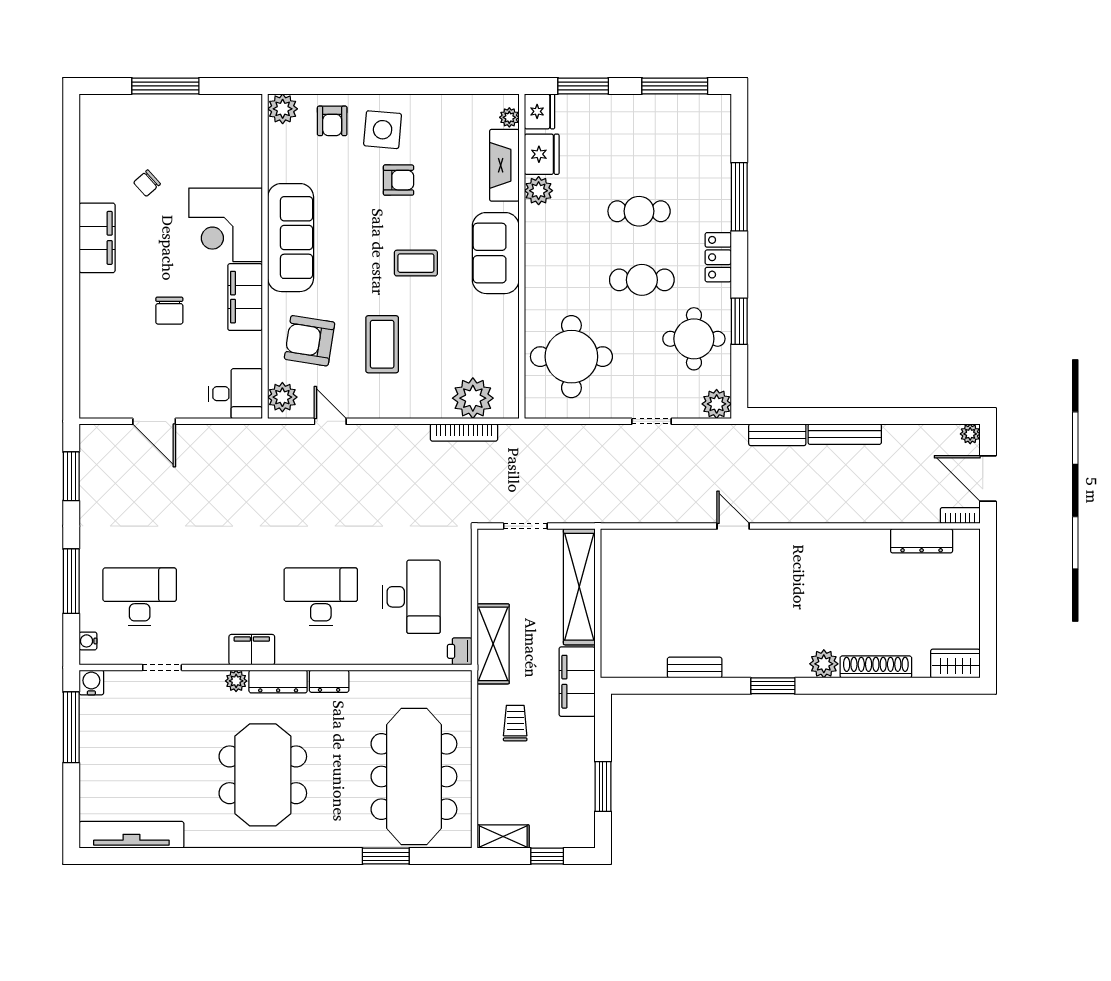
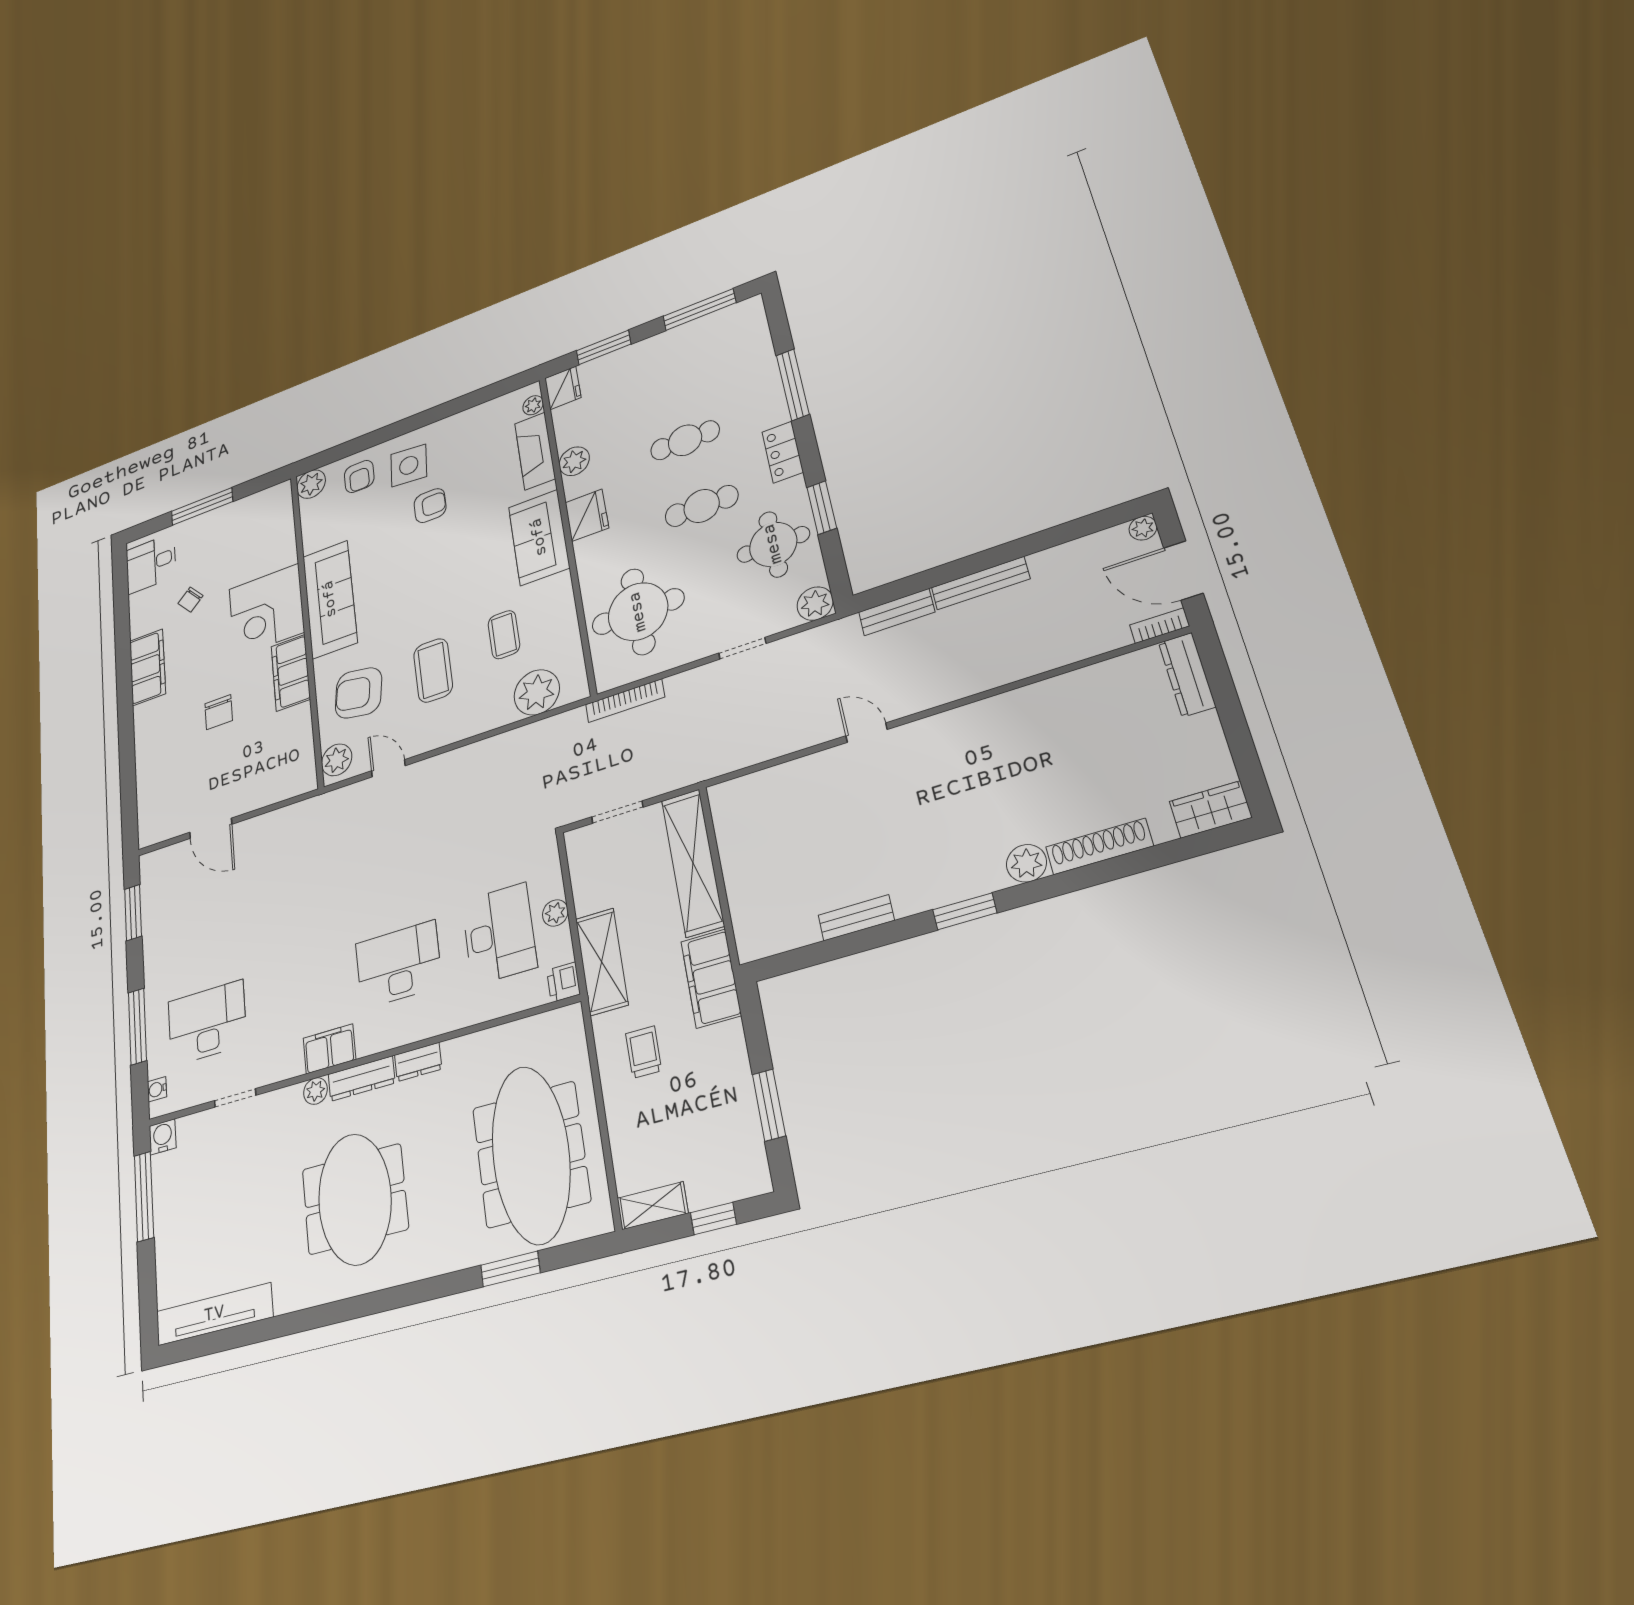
fridge: (542, 154) -> (587, 515), moved
coffee table: (416, 263) -> (504, 635), moved, turned 90
desk: (235, 394) -> (151, 564), moved, turned 180
bookcase: (464, 433) -> (625, 701), moved
dresser: (922, 541) -> (1187, 675), moved, turned 90
plant: (461, 594) -> (555, 913), added

